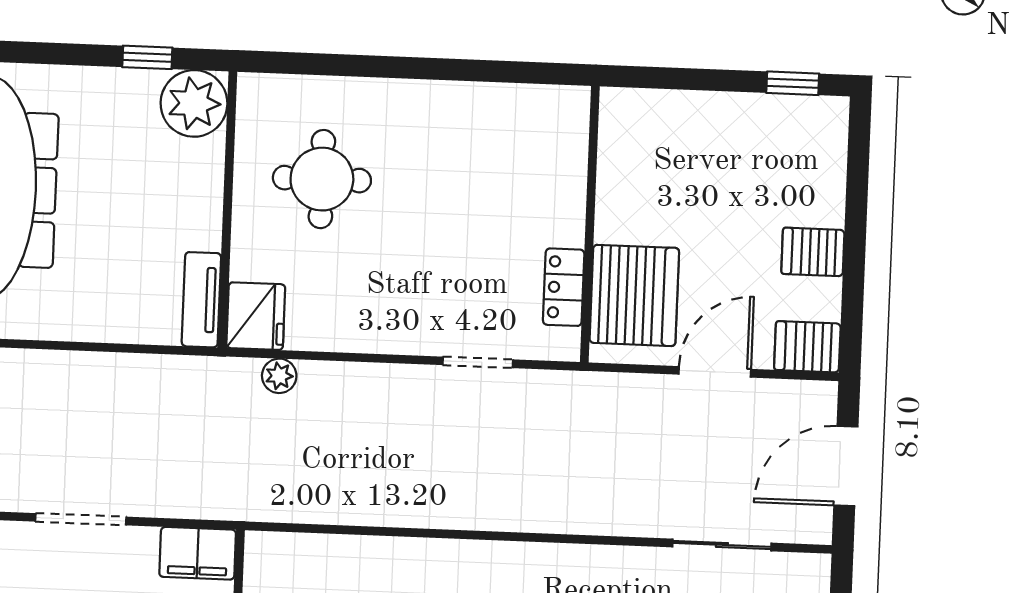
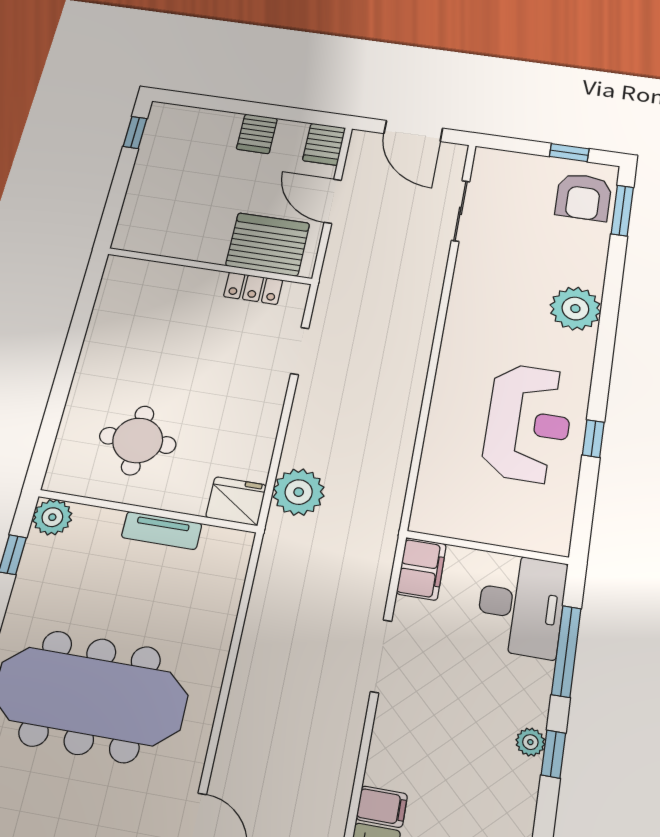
plant: (194, 103) -> (52, 517), width x0.73, depth x0.73
tv unit: (201, 300) -> (162, 530), moved
plant: (279, 376) -> (299, 492), width x1.87, depth x1.87

